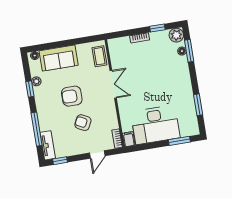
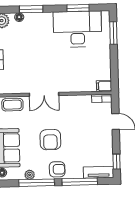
window: (189, 51) -> (31, 9), moved
double door: (113, 84) -> (44, 94), swing flipped
window: (30, 89) -> (37, 183), width x2.17
armchair: (83, 123) -> (57, 169), moved, turned -117
desk: (155, 125) -> (78, 29), moved, turned -90

